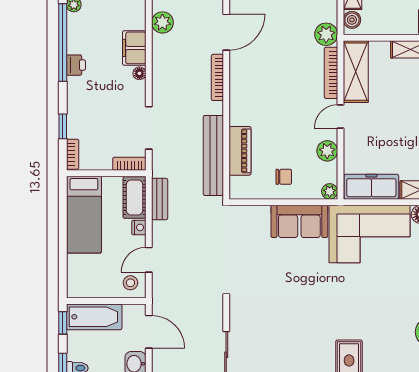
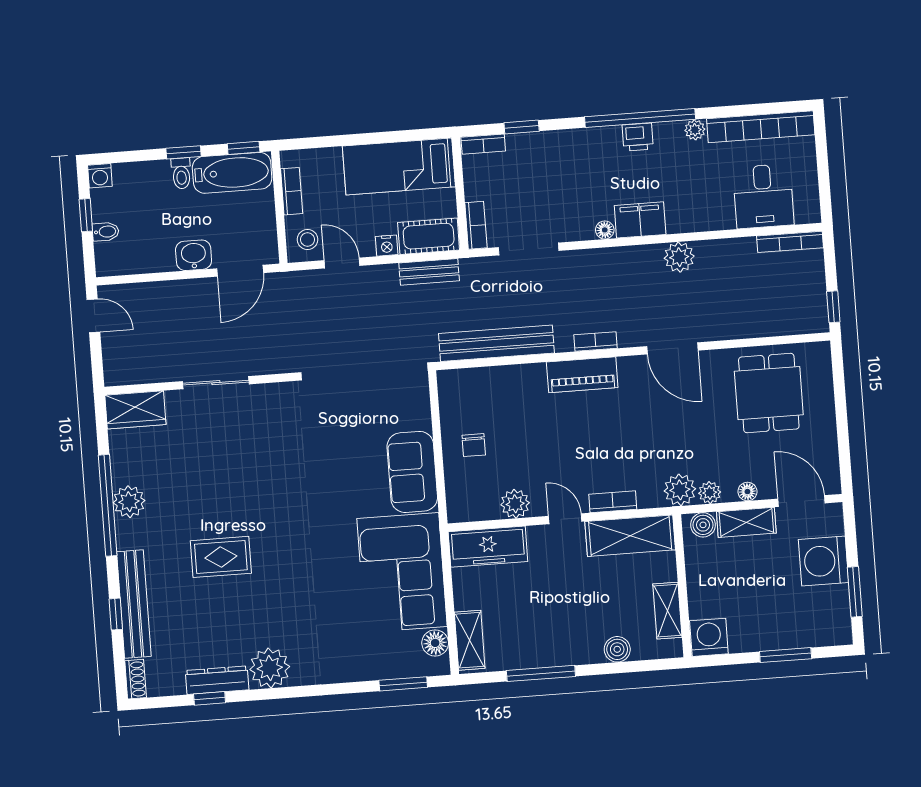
printer: (76, 65) -> (638, 137), moved
bookcase: (331, 73) -> (613, 502), width x0.64
bookcase: (217, 77) -> (595, 342), width x0.64
piano: (240, 151) -> (582, 375), moved
freezer: (371, 187) -> (488, 547), moved, turned 90
plant: (330, 191) -> (710, 493), moved
bookcase: (96, 291) -> (292, 191), added
bathtub: (94, 317) -> (232, 173), moved, turned -90

